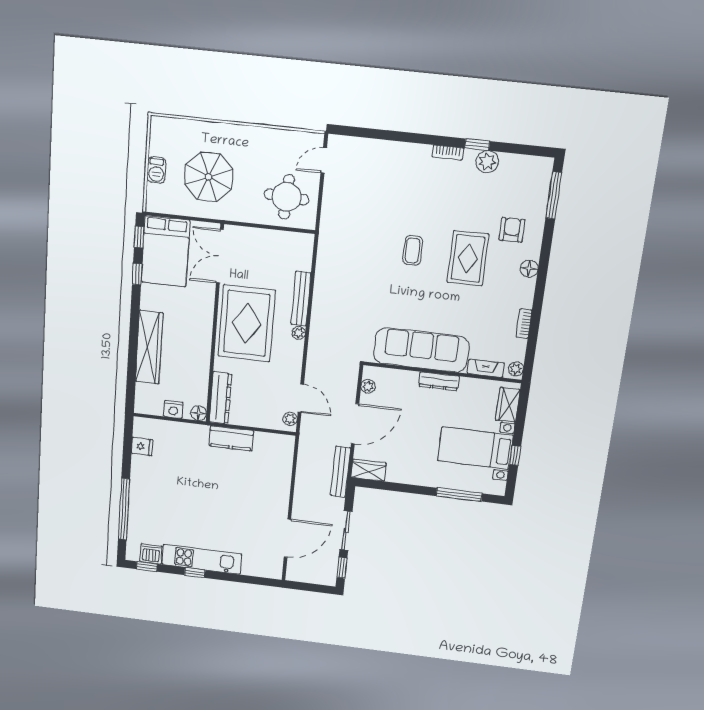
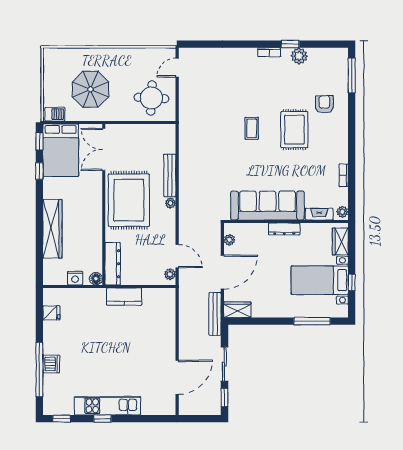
barbecue: (156, 170) -> (55, 114), moved, turned -90
floor lamp: (529, 269) -> (341, 132), removed
dishwasher: (151, 554) -> (51, 364), moved, turned 90

